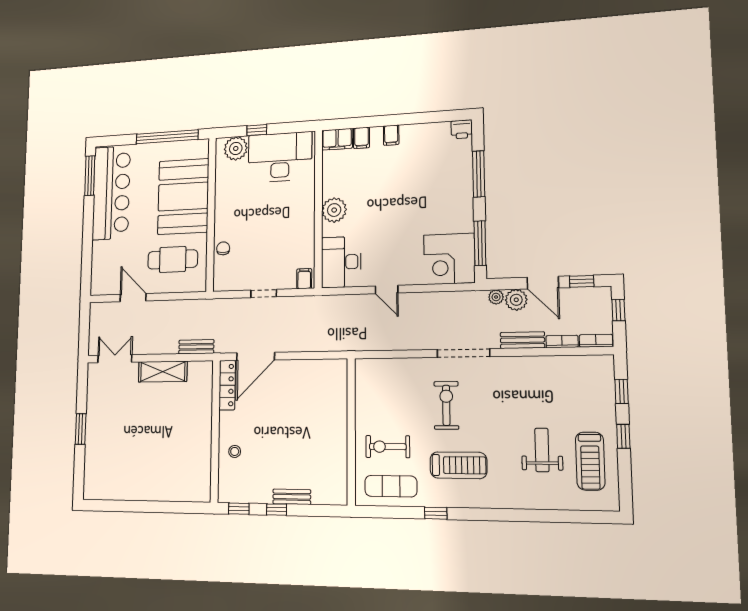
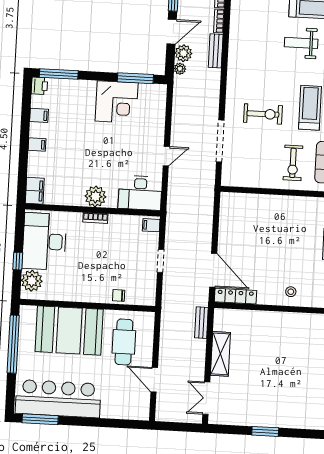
filing cabinet: (362, 138) -> (39, 115), moved
window: (479, 174) -> (59, 74), moved
bookcase: (309, 213) -> (95, 218), added
corner desk: (449, 259) -> (117, 102), moved
door: (133, 298) -> (154, 380), hinge flipped
doorway: (463, 353) -> (220, 141), moved
exercise bike: (446, 405) -> (263, 114), turned 180

